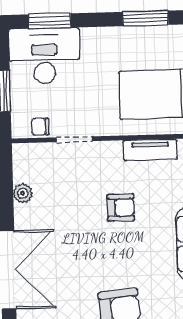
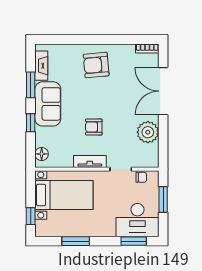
tv unit: (150, 150) -> (90, 161), moved
plant: (23, 193) -> (148, 132), width x1.87, depth x1.87

